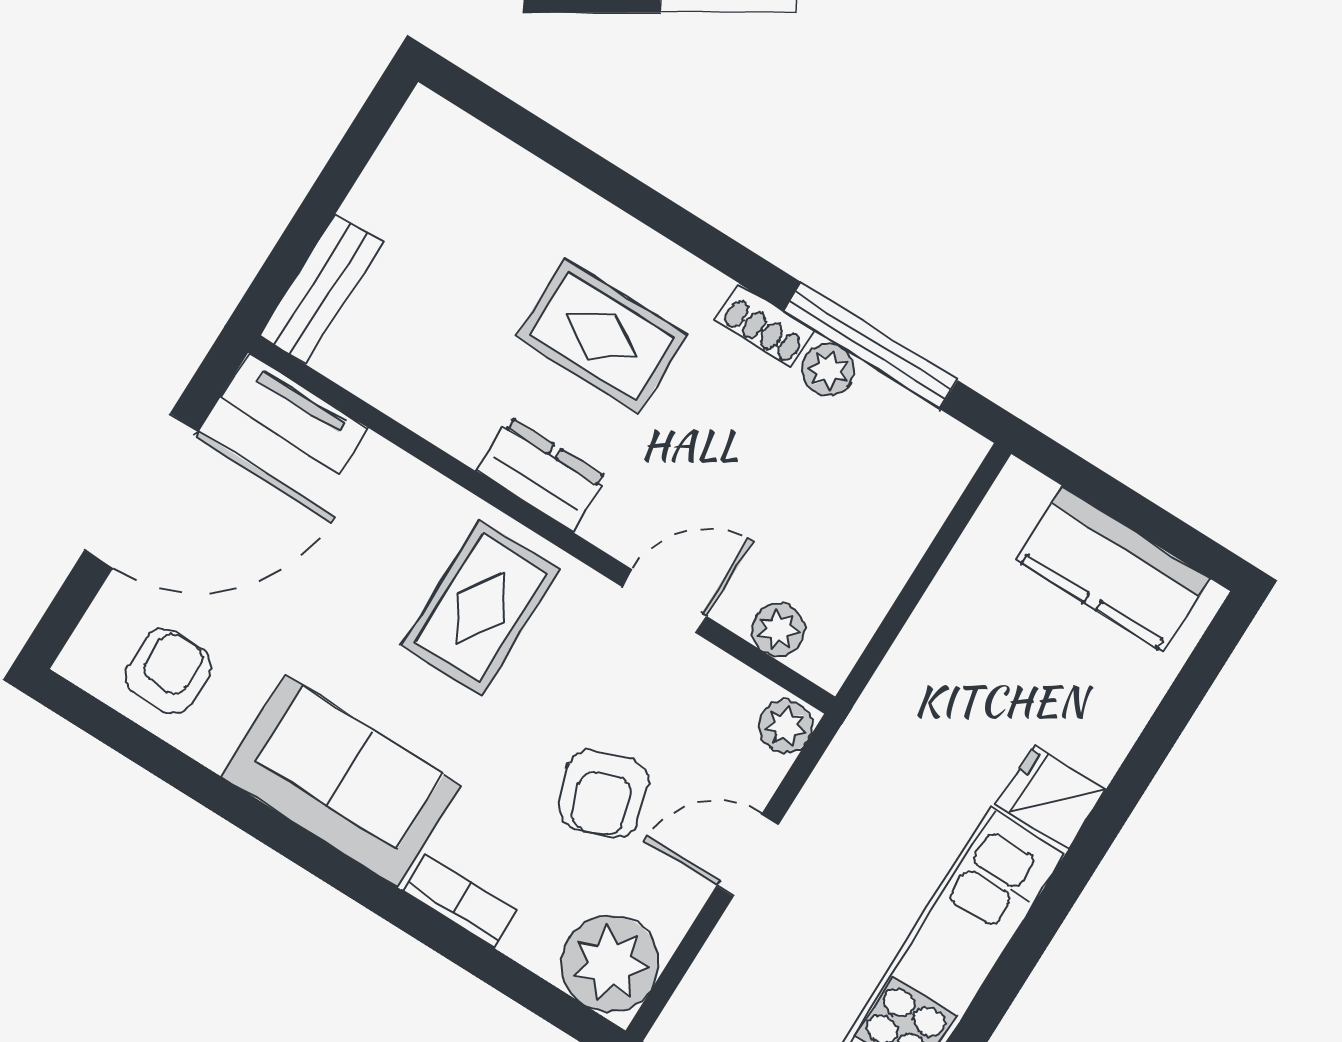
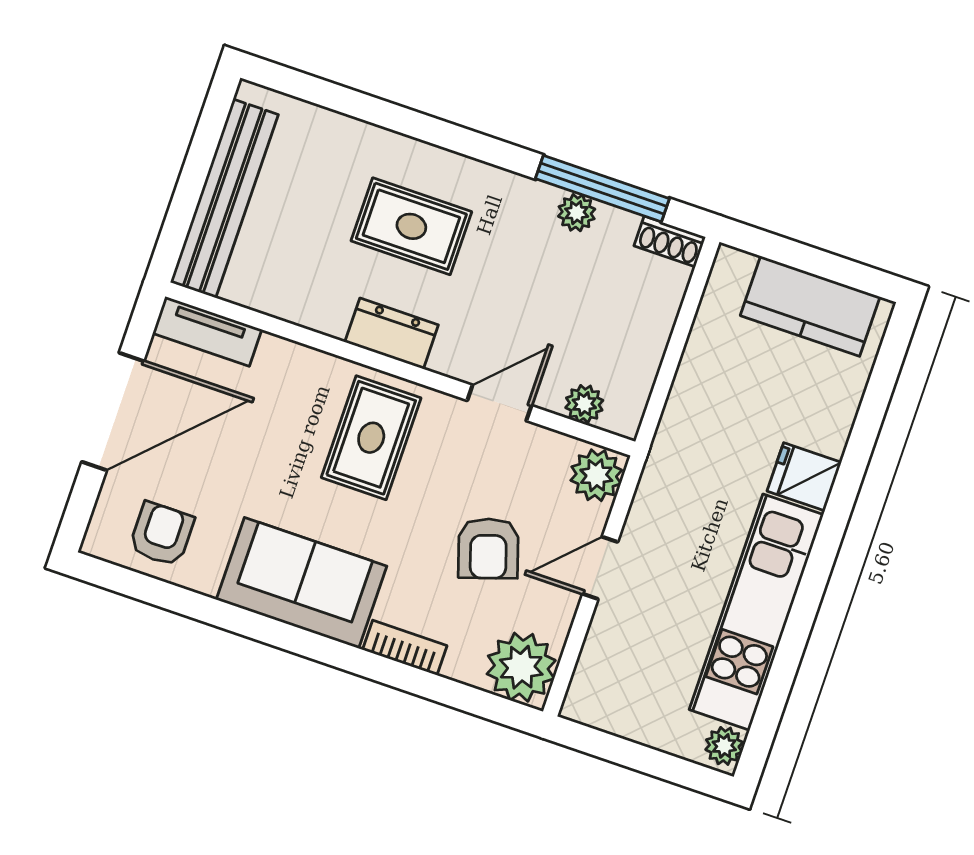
bench: (321, 289) -> (224, 198), width x1.86, depth x1.21
shoe rack: (766, 326) -> (670, 241), moved
plant: (785, 726) -> (596, 475), width x1.38, depth x1.38

